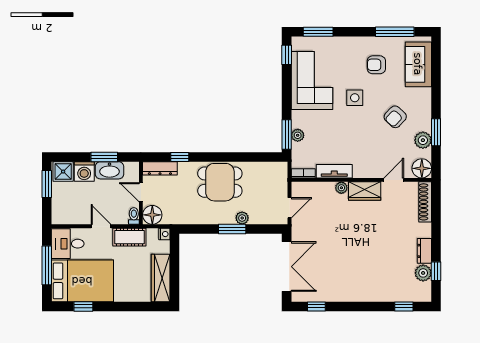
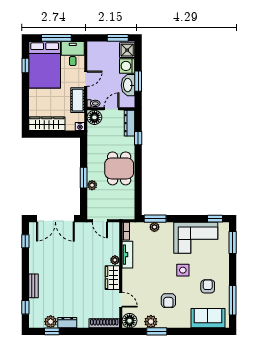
armchair: (395, 117) -> (168, 301), turned -133
bench: (376, 296) -> (33, 286), added

